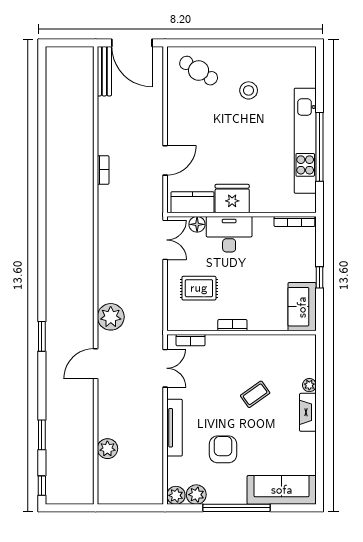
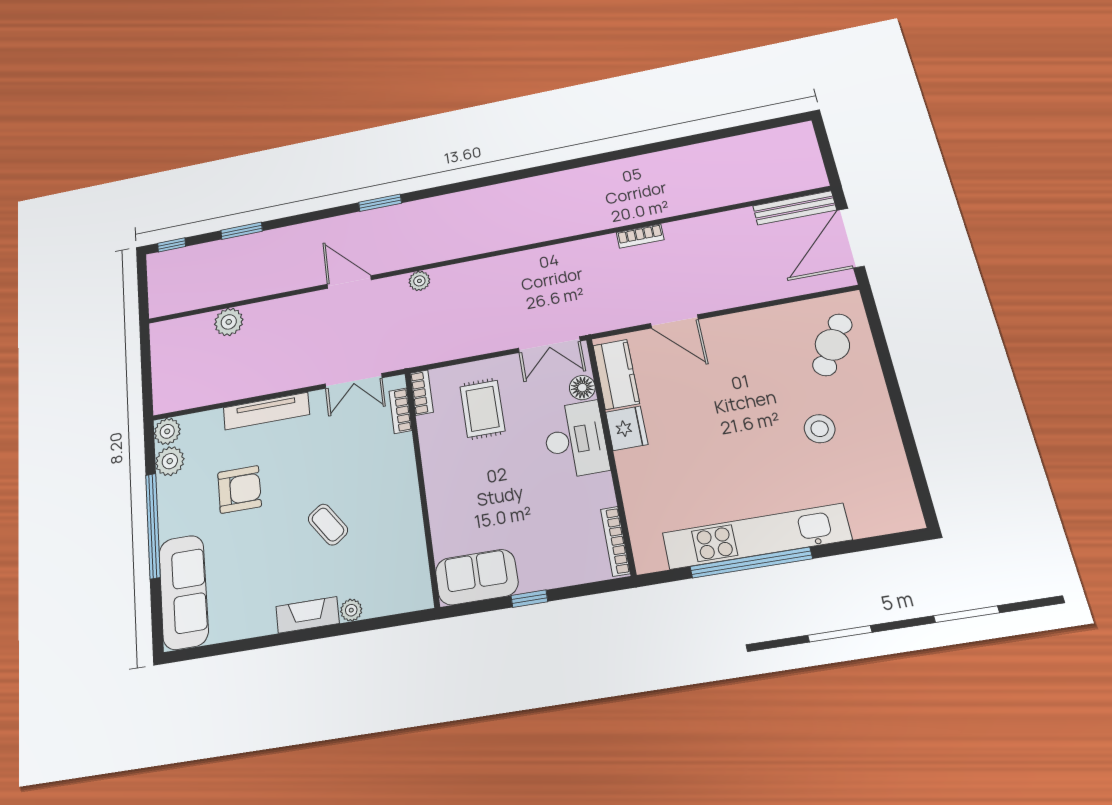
fridge: (232, 199) -> (627, 428), width x0.73, depth x0.75
plant: (111, 317) -> (419, 281), width x0.53, depth x0.53
bookcase: (232, 325) -> (422, 393), moved

